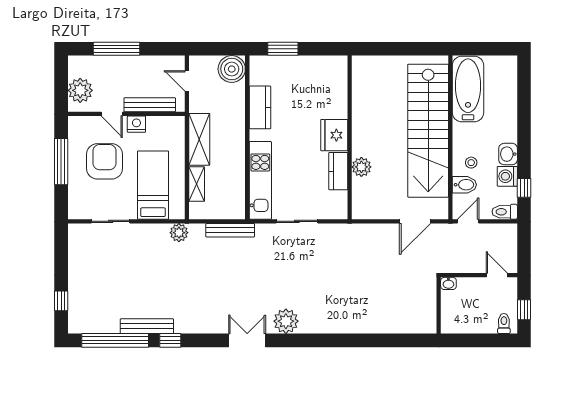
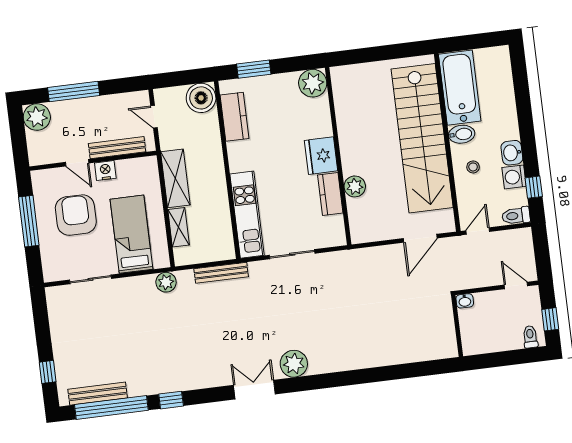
plant: (335, 68) -> (313, 83), added
plant: (80, 90) -> (37, 117), moved
kitchen counter: (260, 107) -> (235, 117), moved
bidet: (464, 185) -> (462, 134), moved
bench: (147, 326) -> (98, 394), moved

